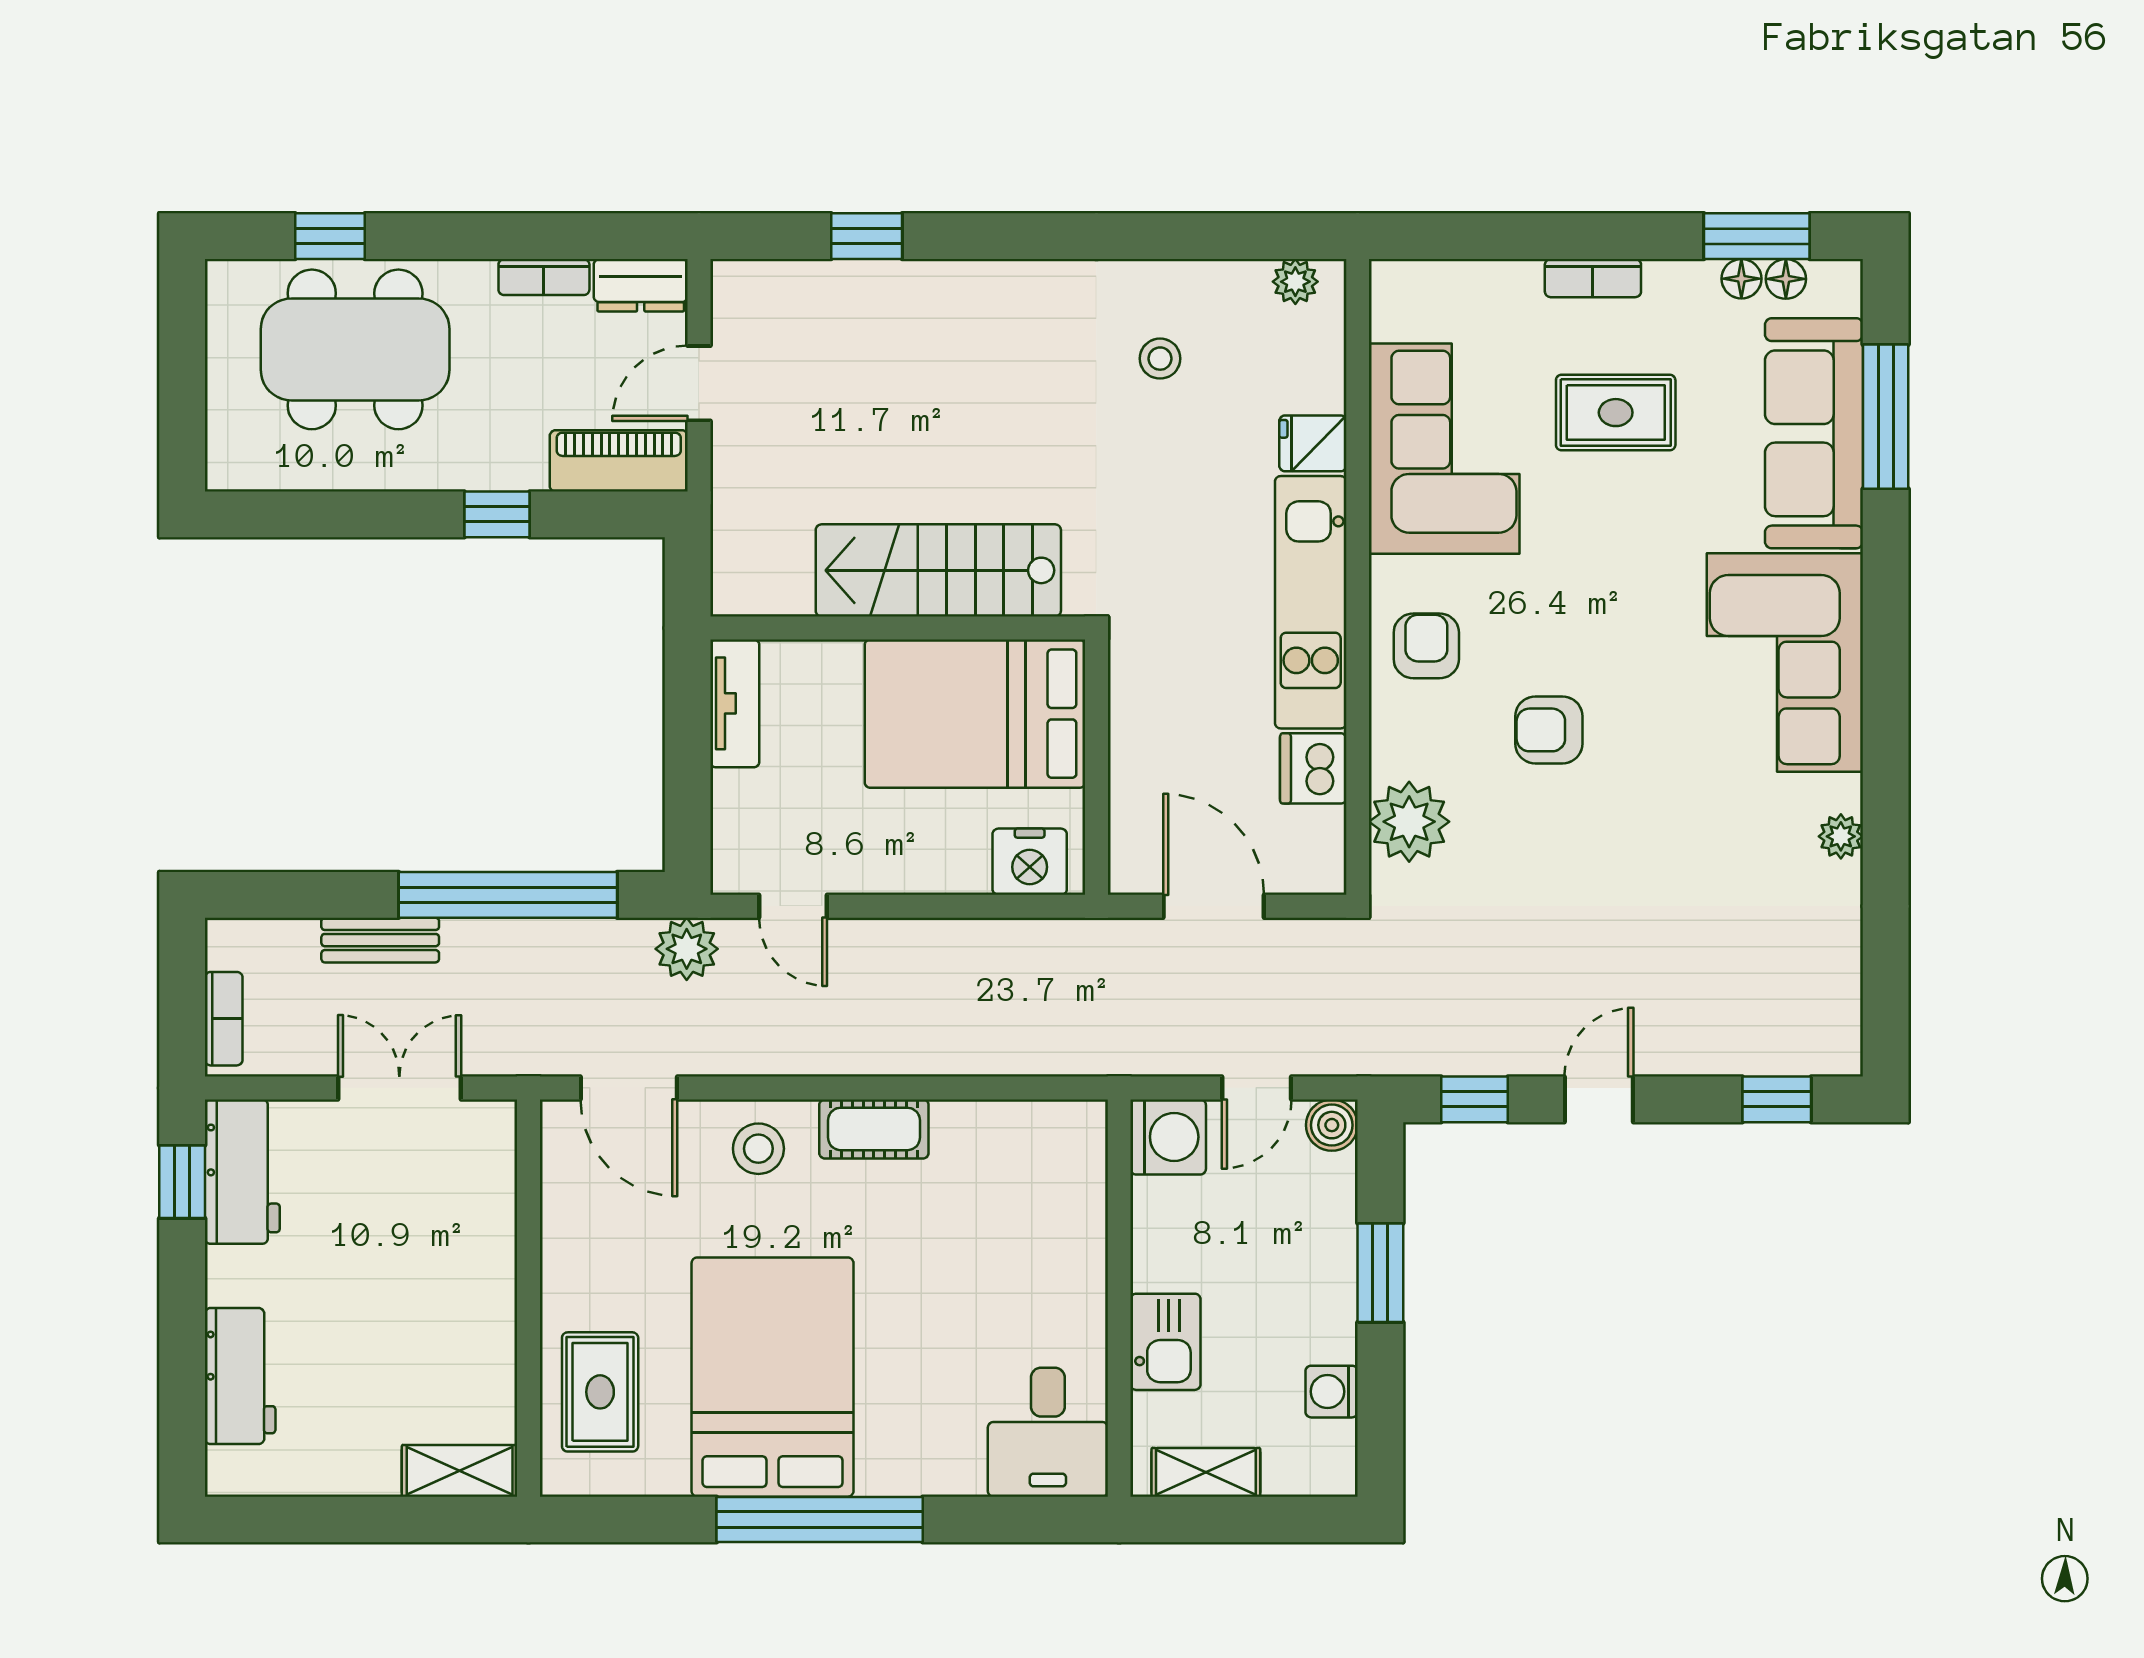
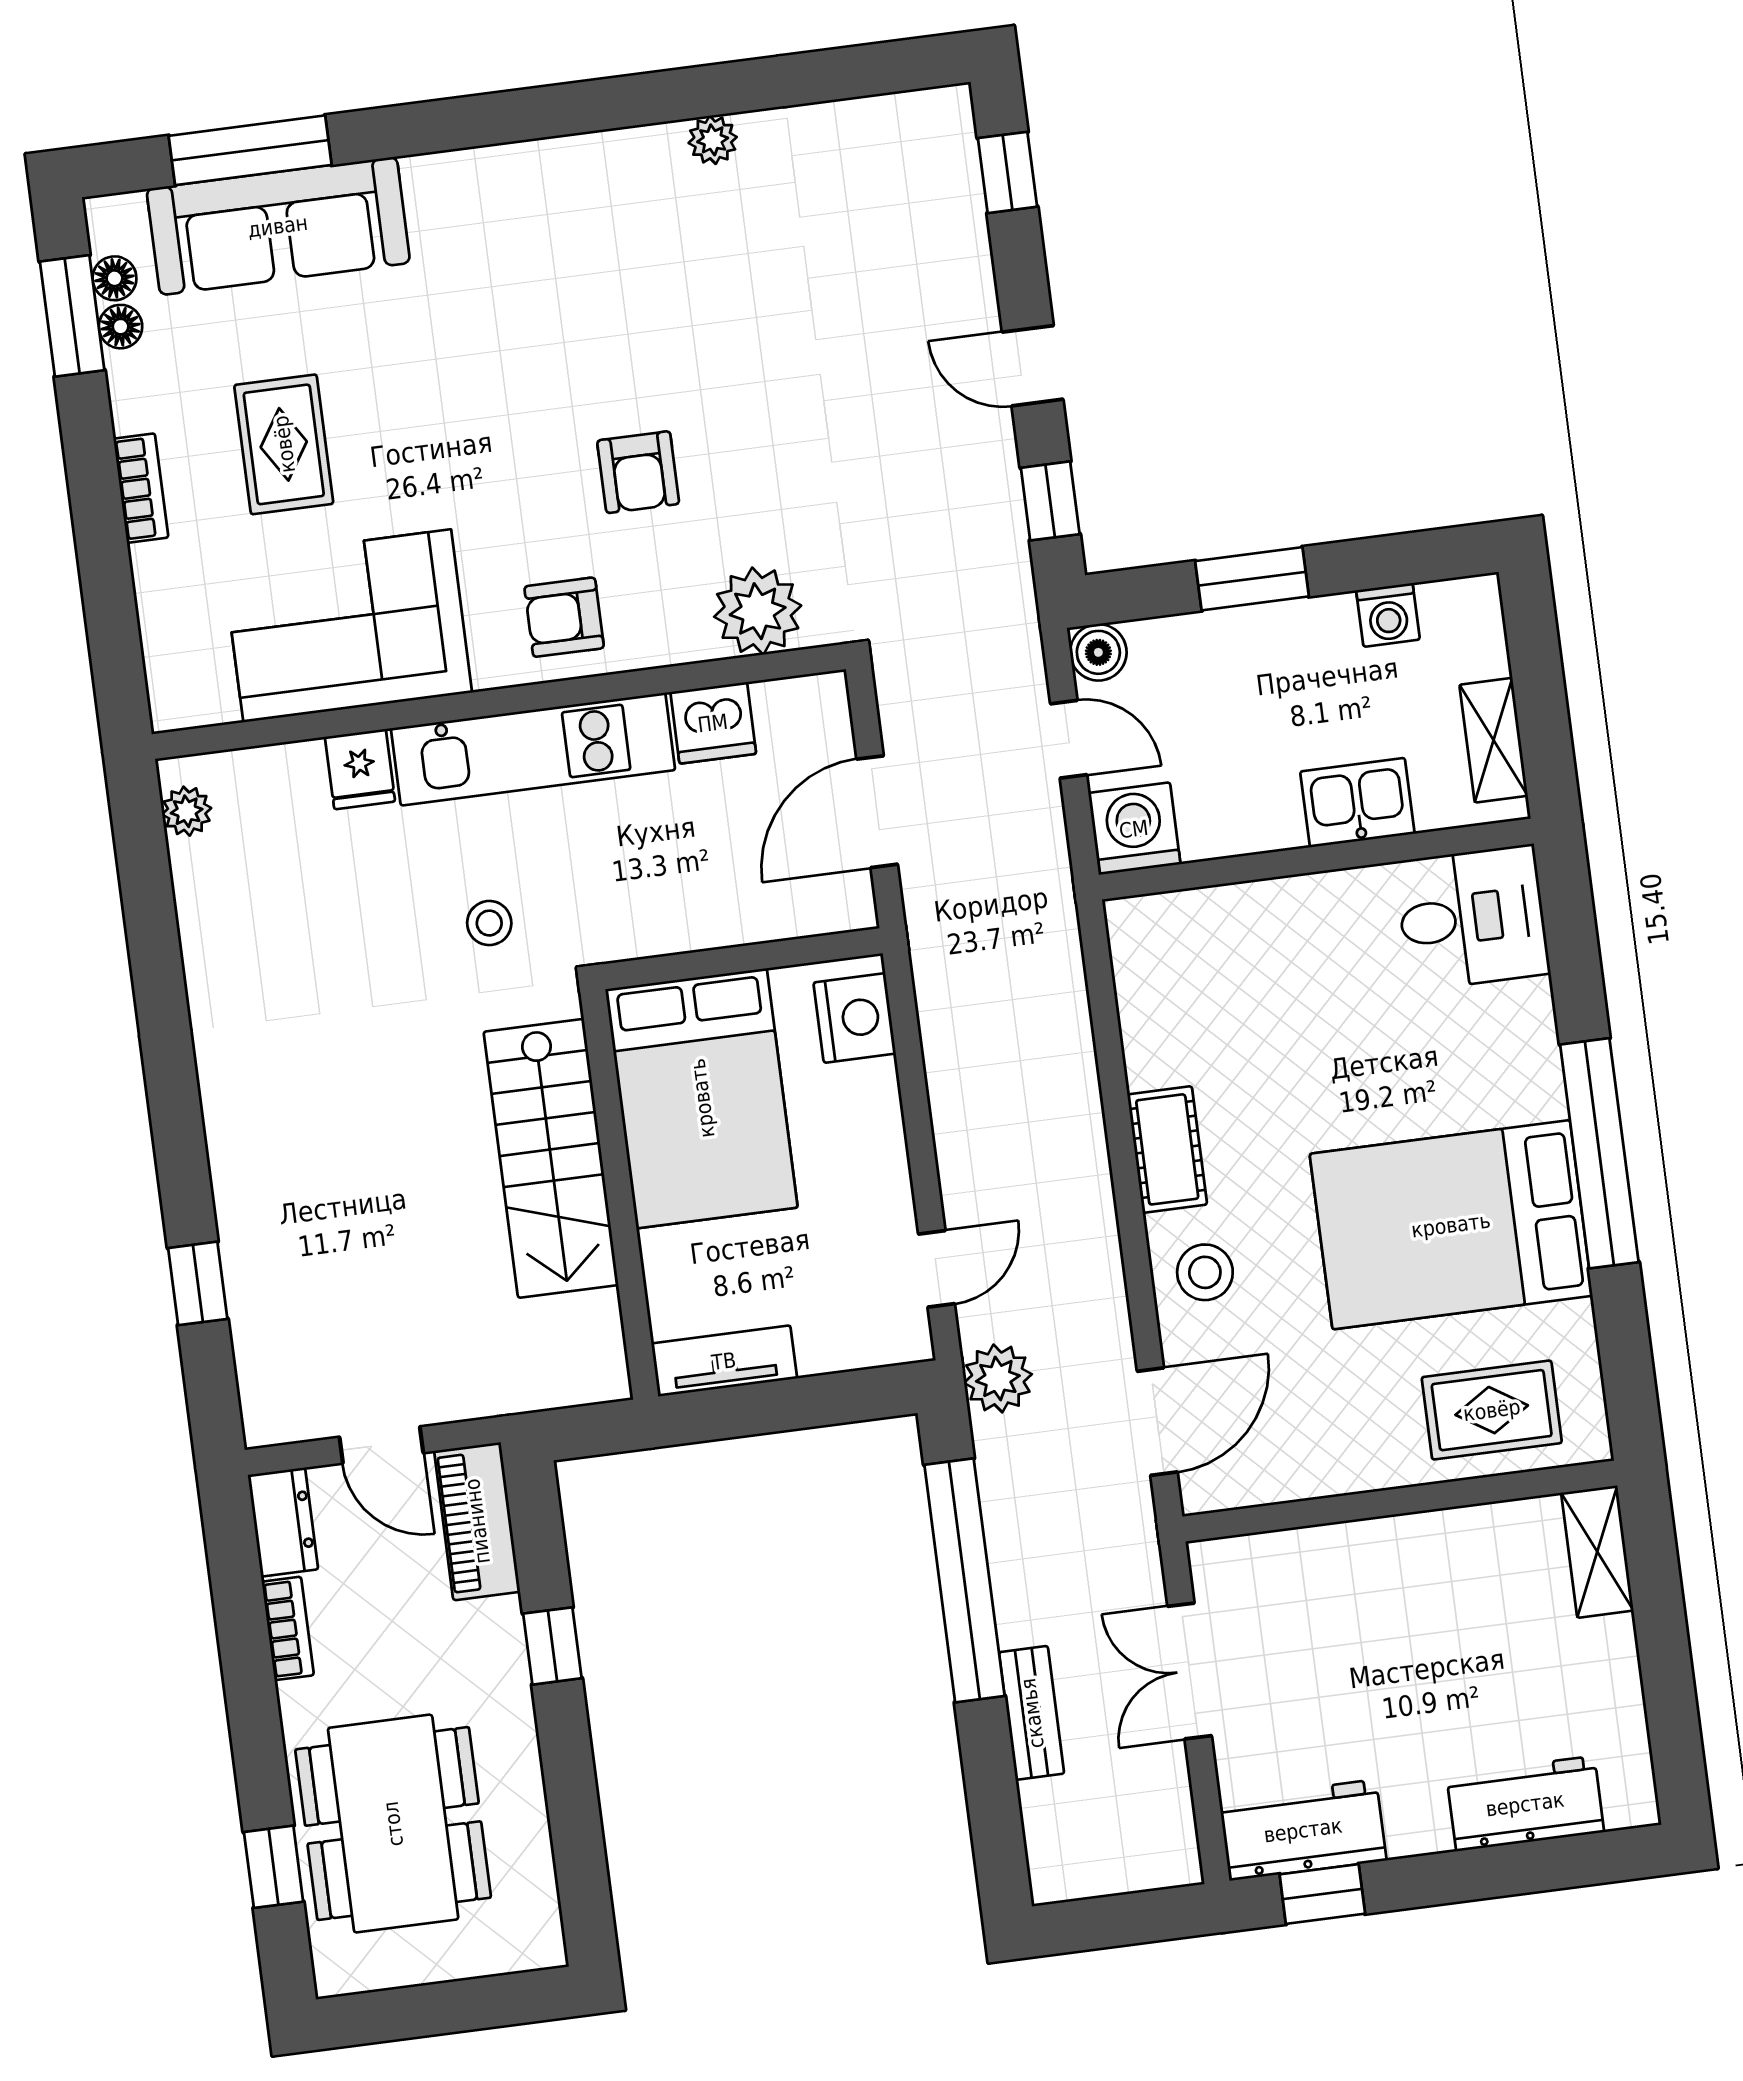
stool: (1160, 359) -> (489, 923), moved
corner sofa: (1785, 662) -> (531, 225), removed
bookcase: (224, 1019) -> (1139, 1872), removed

